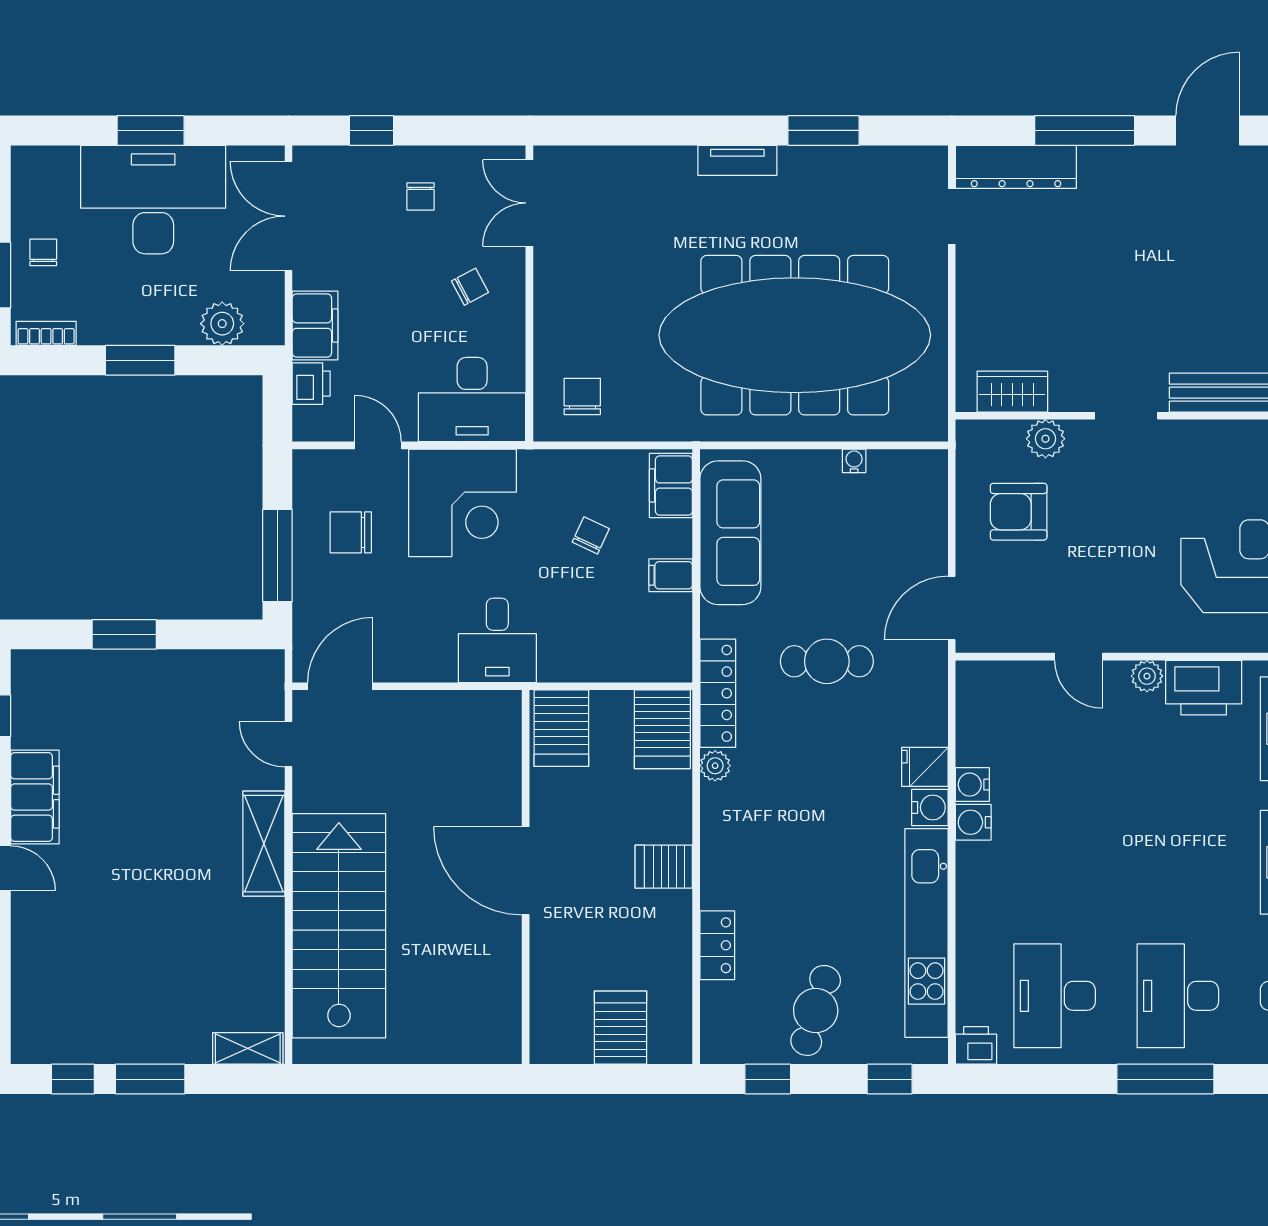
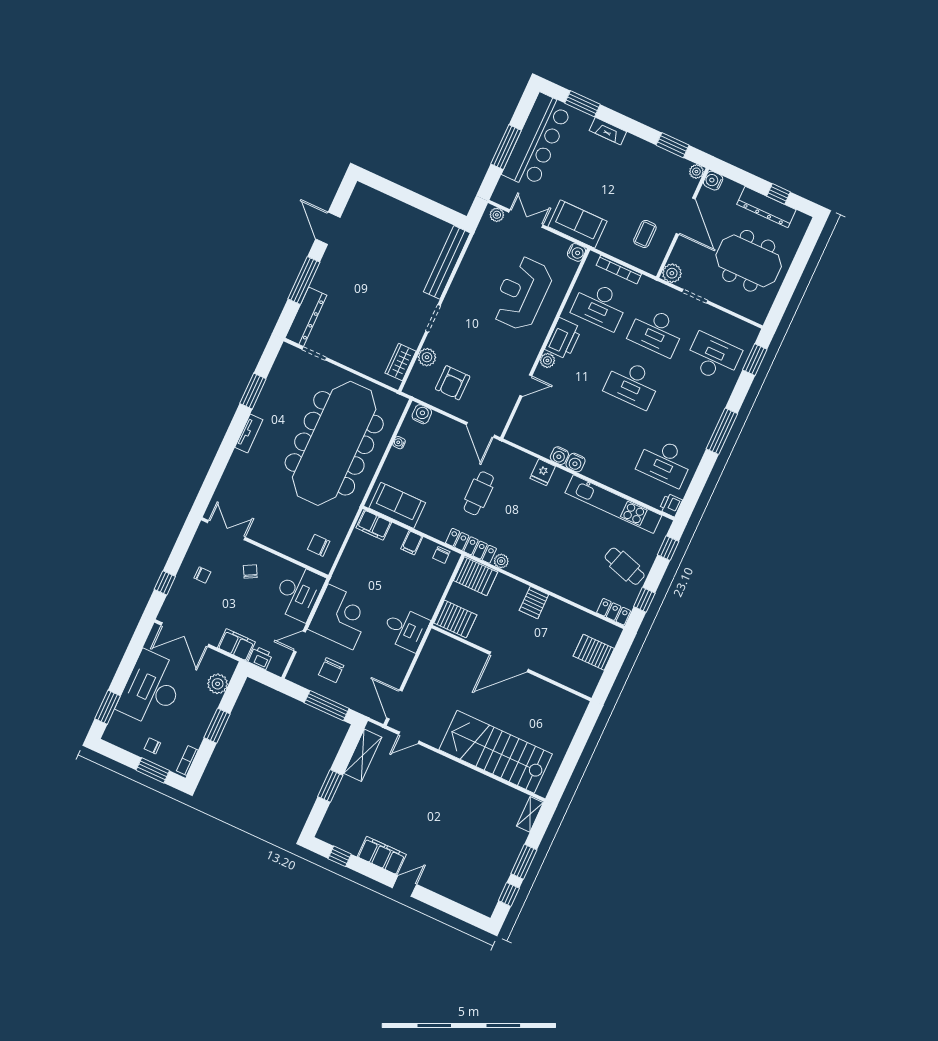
window: (151, 130) -> (108, 707), moved
double door: (529, 203) -> (226, 530), swing flipped
sofa: (730, 533) -> (397, 505), width x0.73
chair: (591, 535) -> (441, 555), moved, turned -115
water cooler: (930, 807) -> (422, 414), moved
shelving: (264, 844) -> (363, 755), moved, turned 90
locker: (717, 945) -> (614, 612), moved
desk: (1178, 996) -> (632, 384), moved

